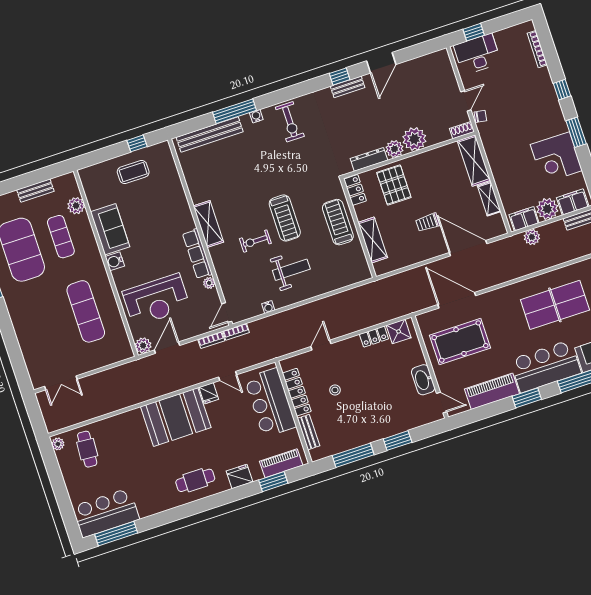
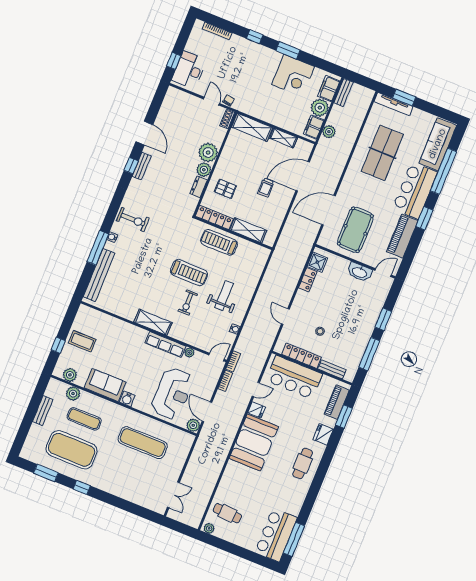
window: (137, 143) -> (58, 345), moved
dresser: (369, 159) -> (199, 187), width x0.70
coffee table: (133, 172) -> (82, 341), turned 90
pallet: (394, 185) -> (225, 189), width x0.67, depth x0.71
plant: (91, 188) -> (70, 375), added
locker: (355, 190) -> (214, 217), width x1.53
door: (227, 313) -> (217, 357), swing flipped

